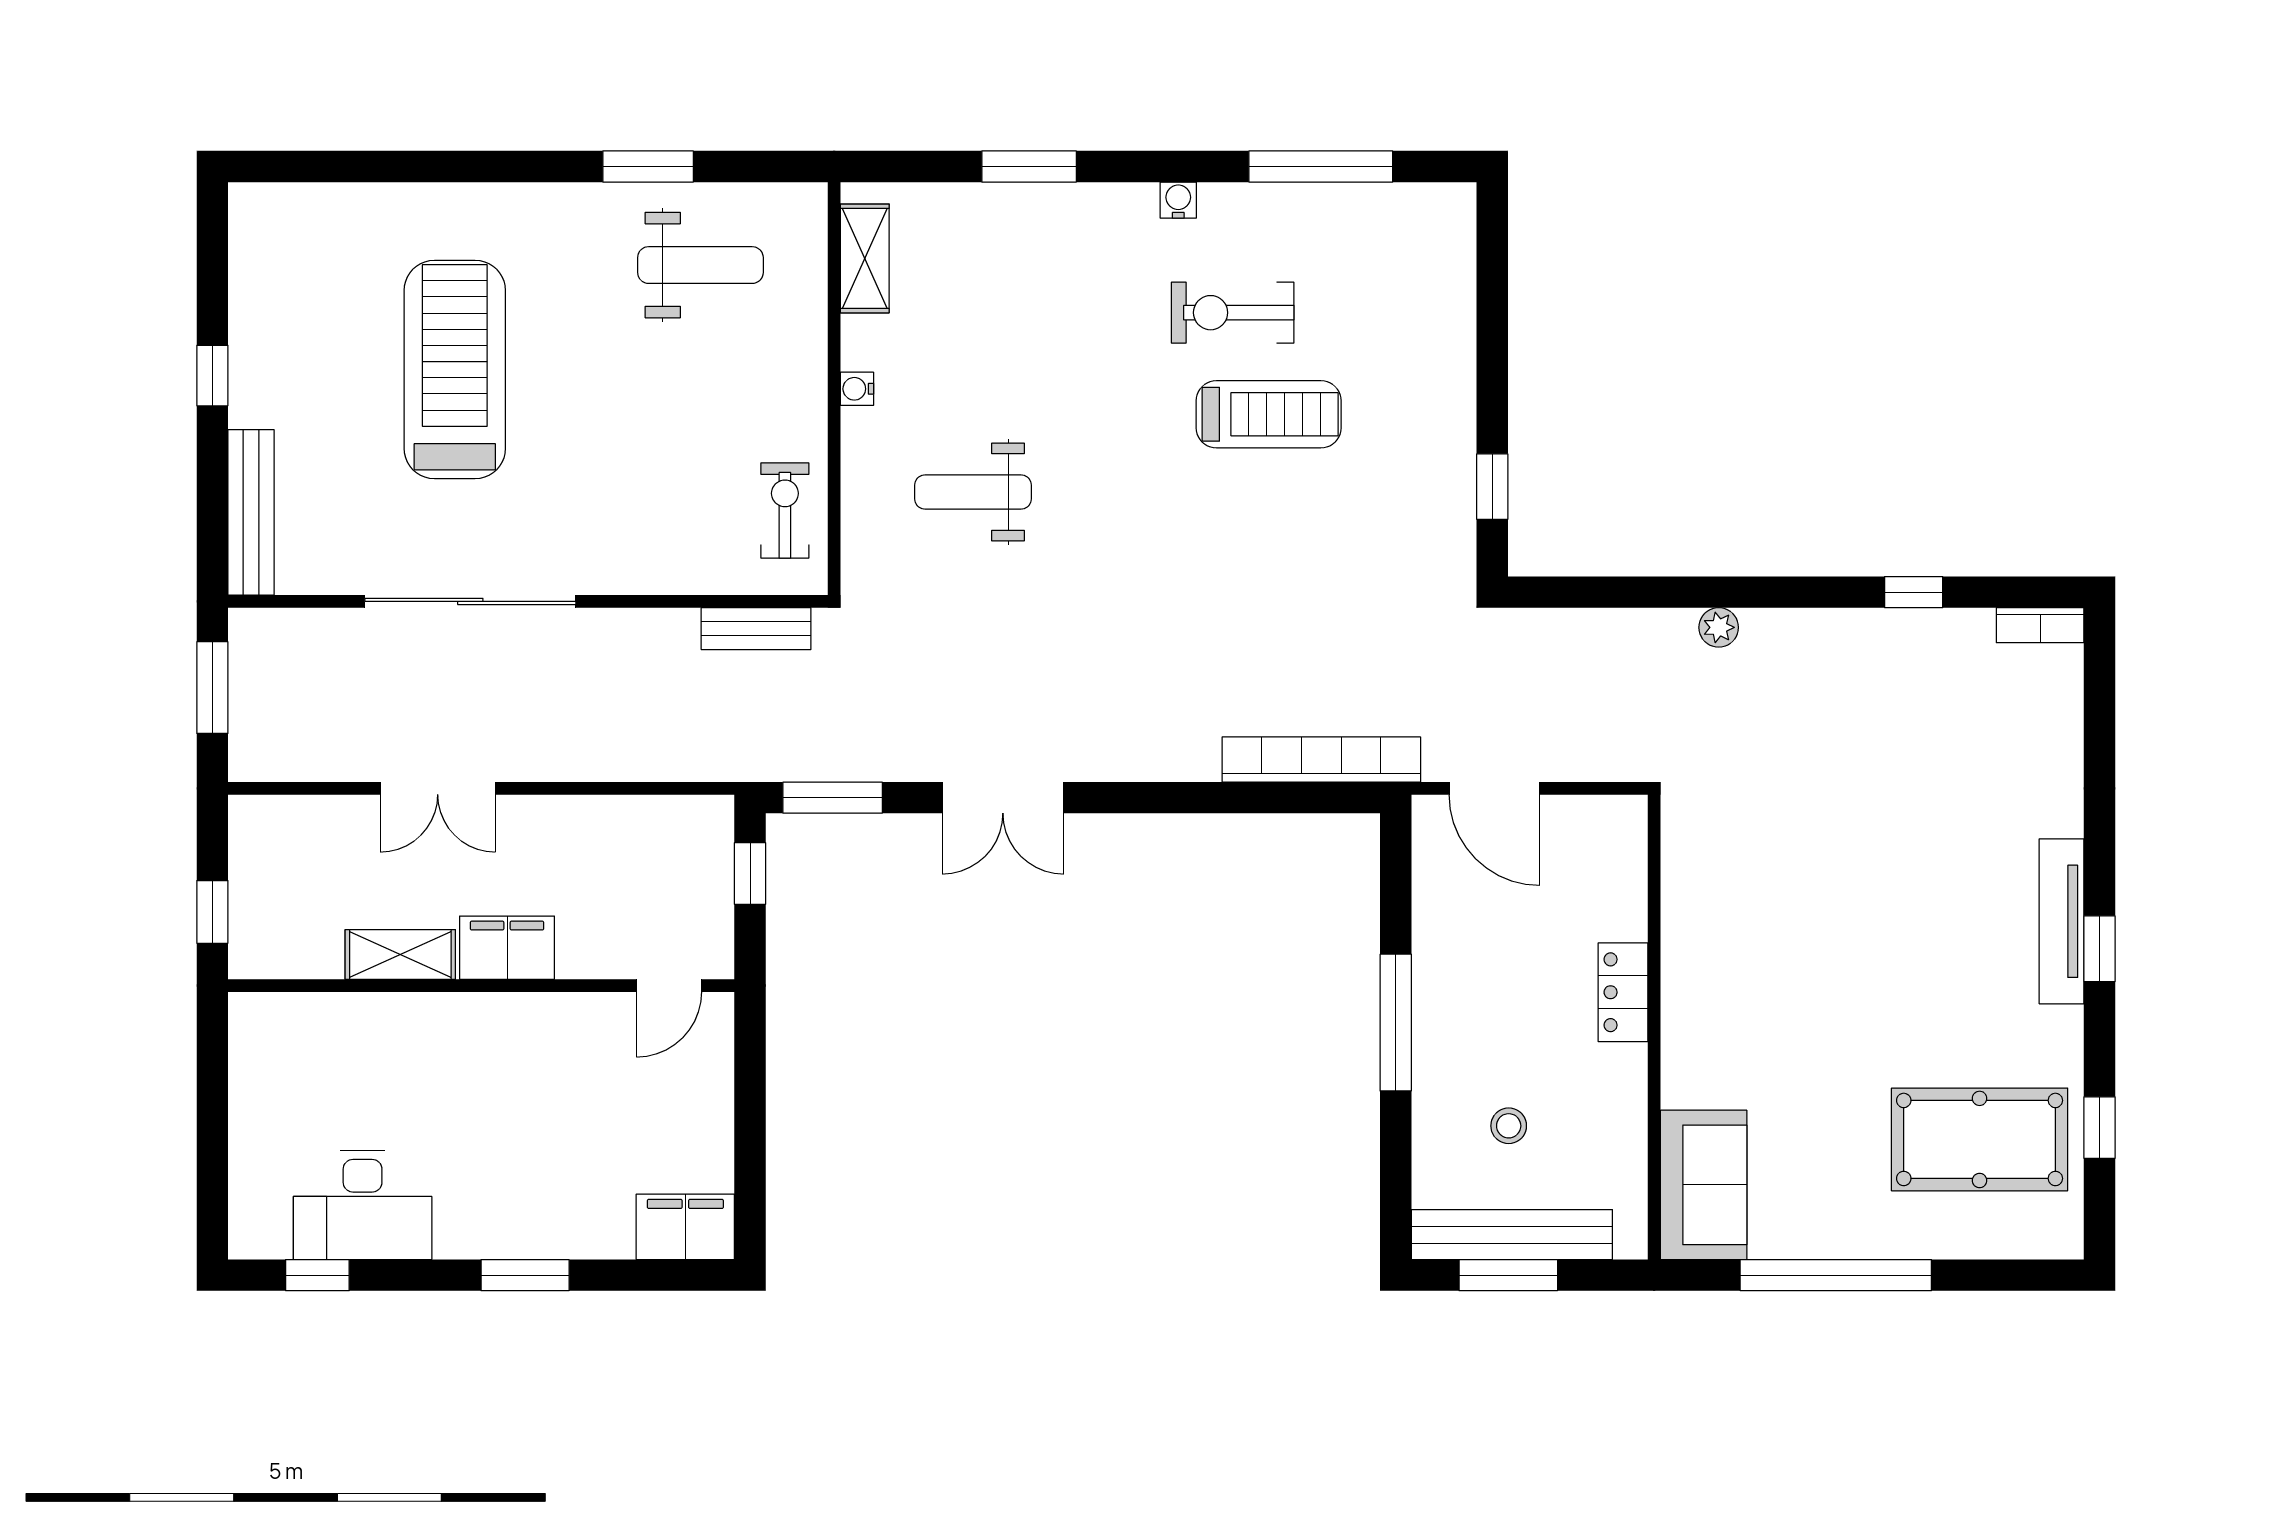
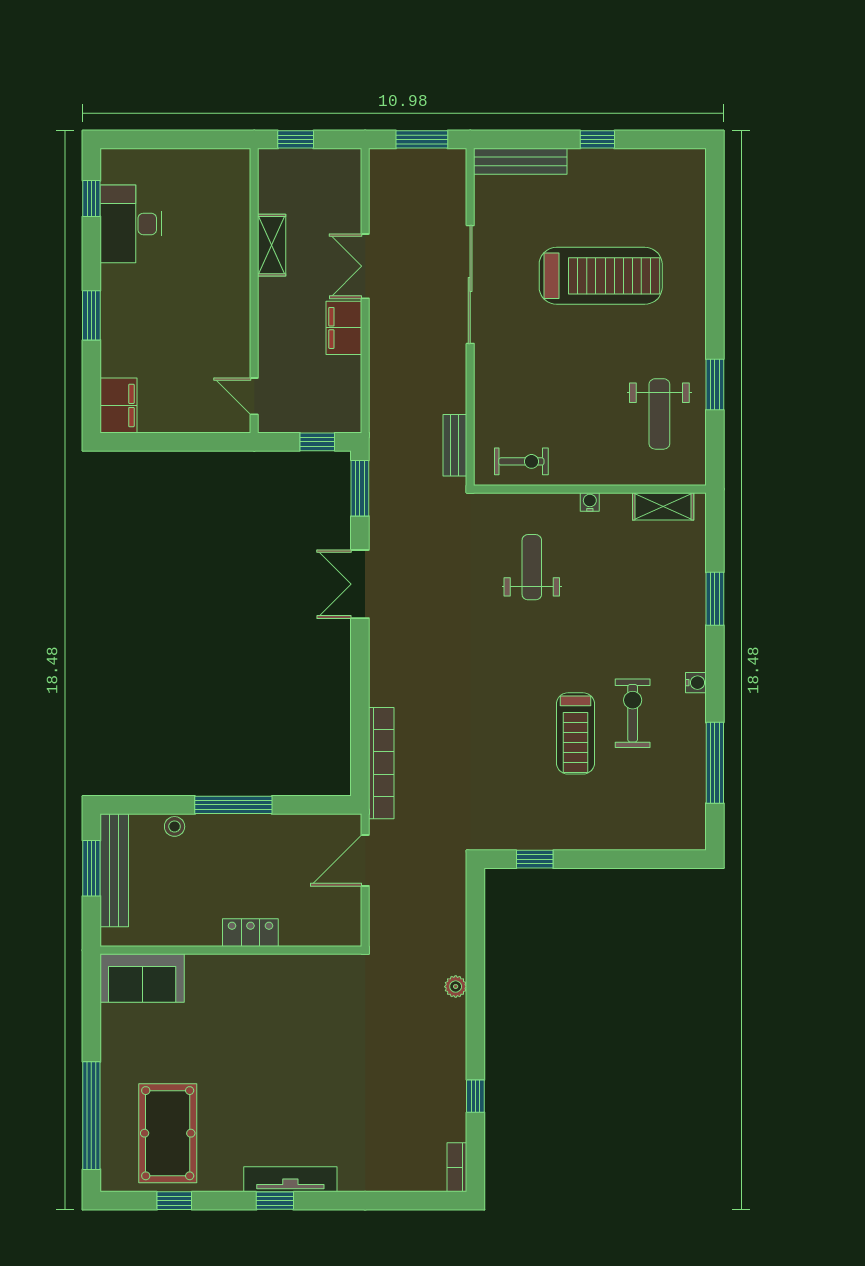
filing cabinet: (507, 948) -> (344, 328), moved, turned 180
stool: (1509, 1126) -> (175, 826), moved
window: (1836, 1275) -> (91, 1116), moved

